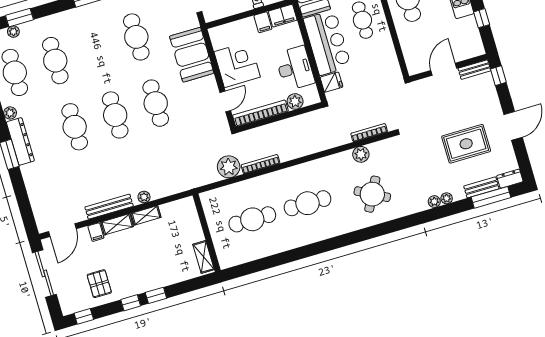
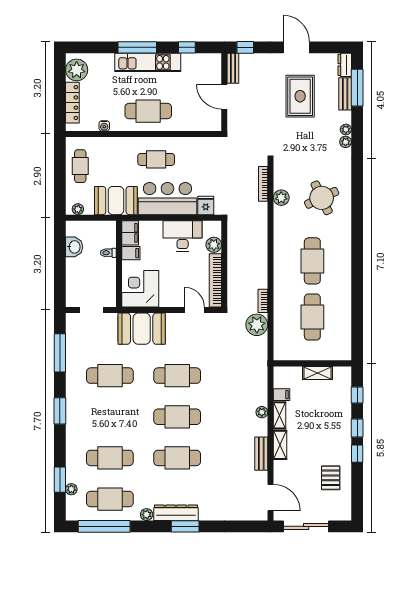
corner desk: (237, 64) -> (140, 289), moved
bookcase: (260, 164) -> (263, 301), width x0.64
round table: (372, 194) -> (322, 198), turned 37
bench: (109, 207) -> (261, 454), width x0.73
filing cabinet: (96, 232) -> (281, 395), moved
shelving: (204, 257) -> (318, 373), moved
pallet: (99, 284) -> (331, 478), turned 90
window: (84, 316) -> (357, 395), moved

